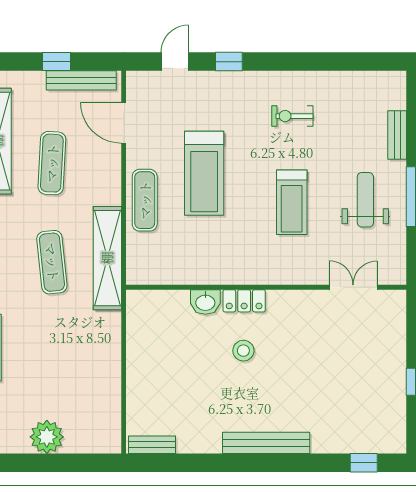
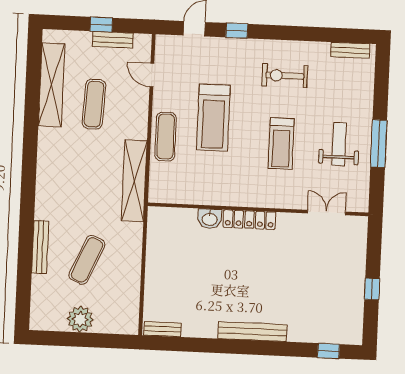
bench: (81, 80) -> (113, 40), width x0.73
exercise bike: (292, 116) -> (285, 76), width x1.38, depth x1.39
door: (124, 123) -> (152, 75), width x0.73
bench: (397, 135) -> (350, 50), moved, turned 90
exercise mat: (52, 262) -> (87, 260), moved, turned 30
locker: (244, 301) -> (249, 220), width x1.53
stool: (243, 351) -> (238, 258), removed

